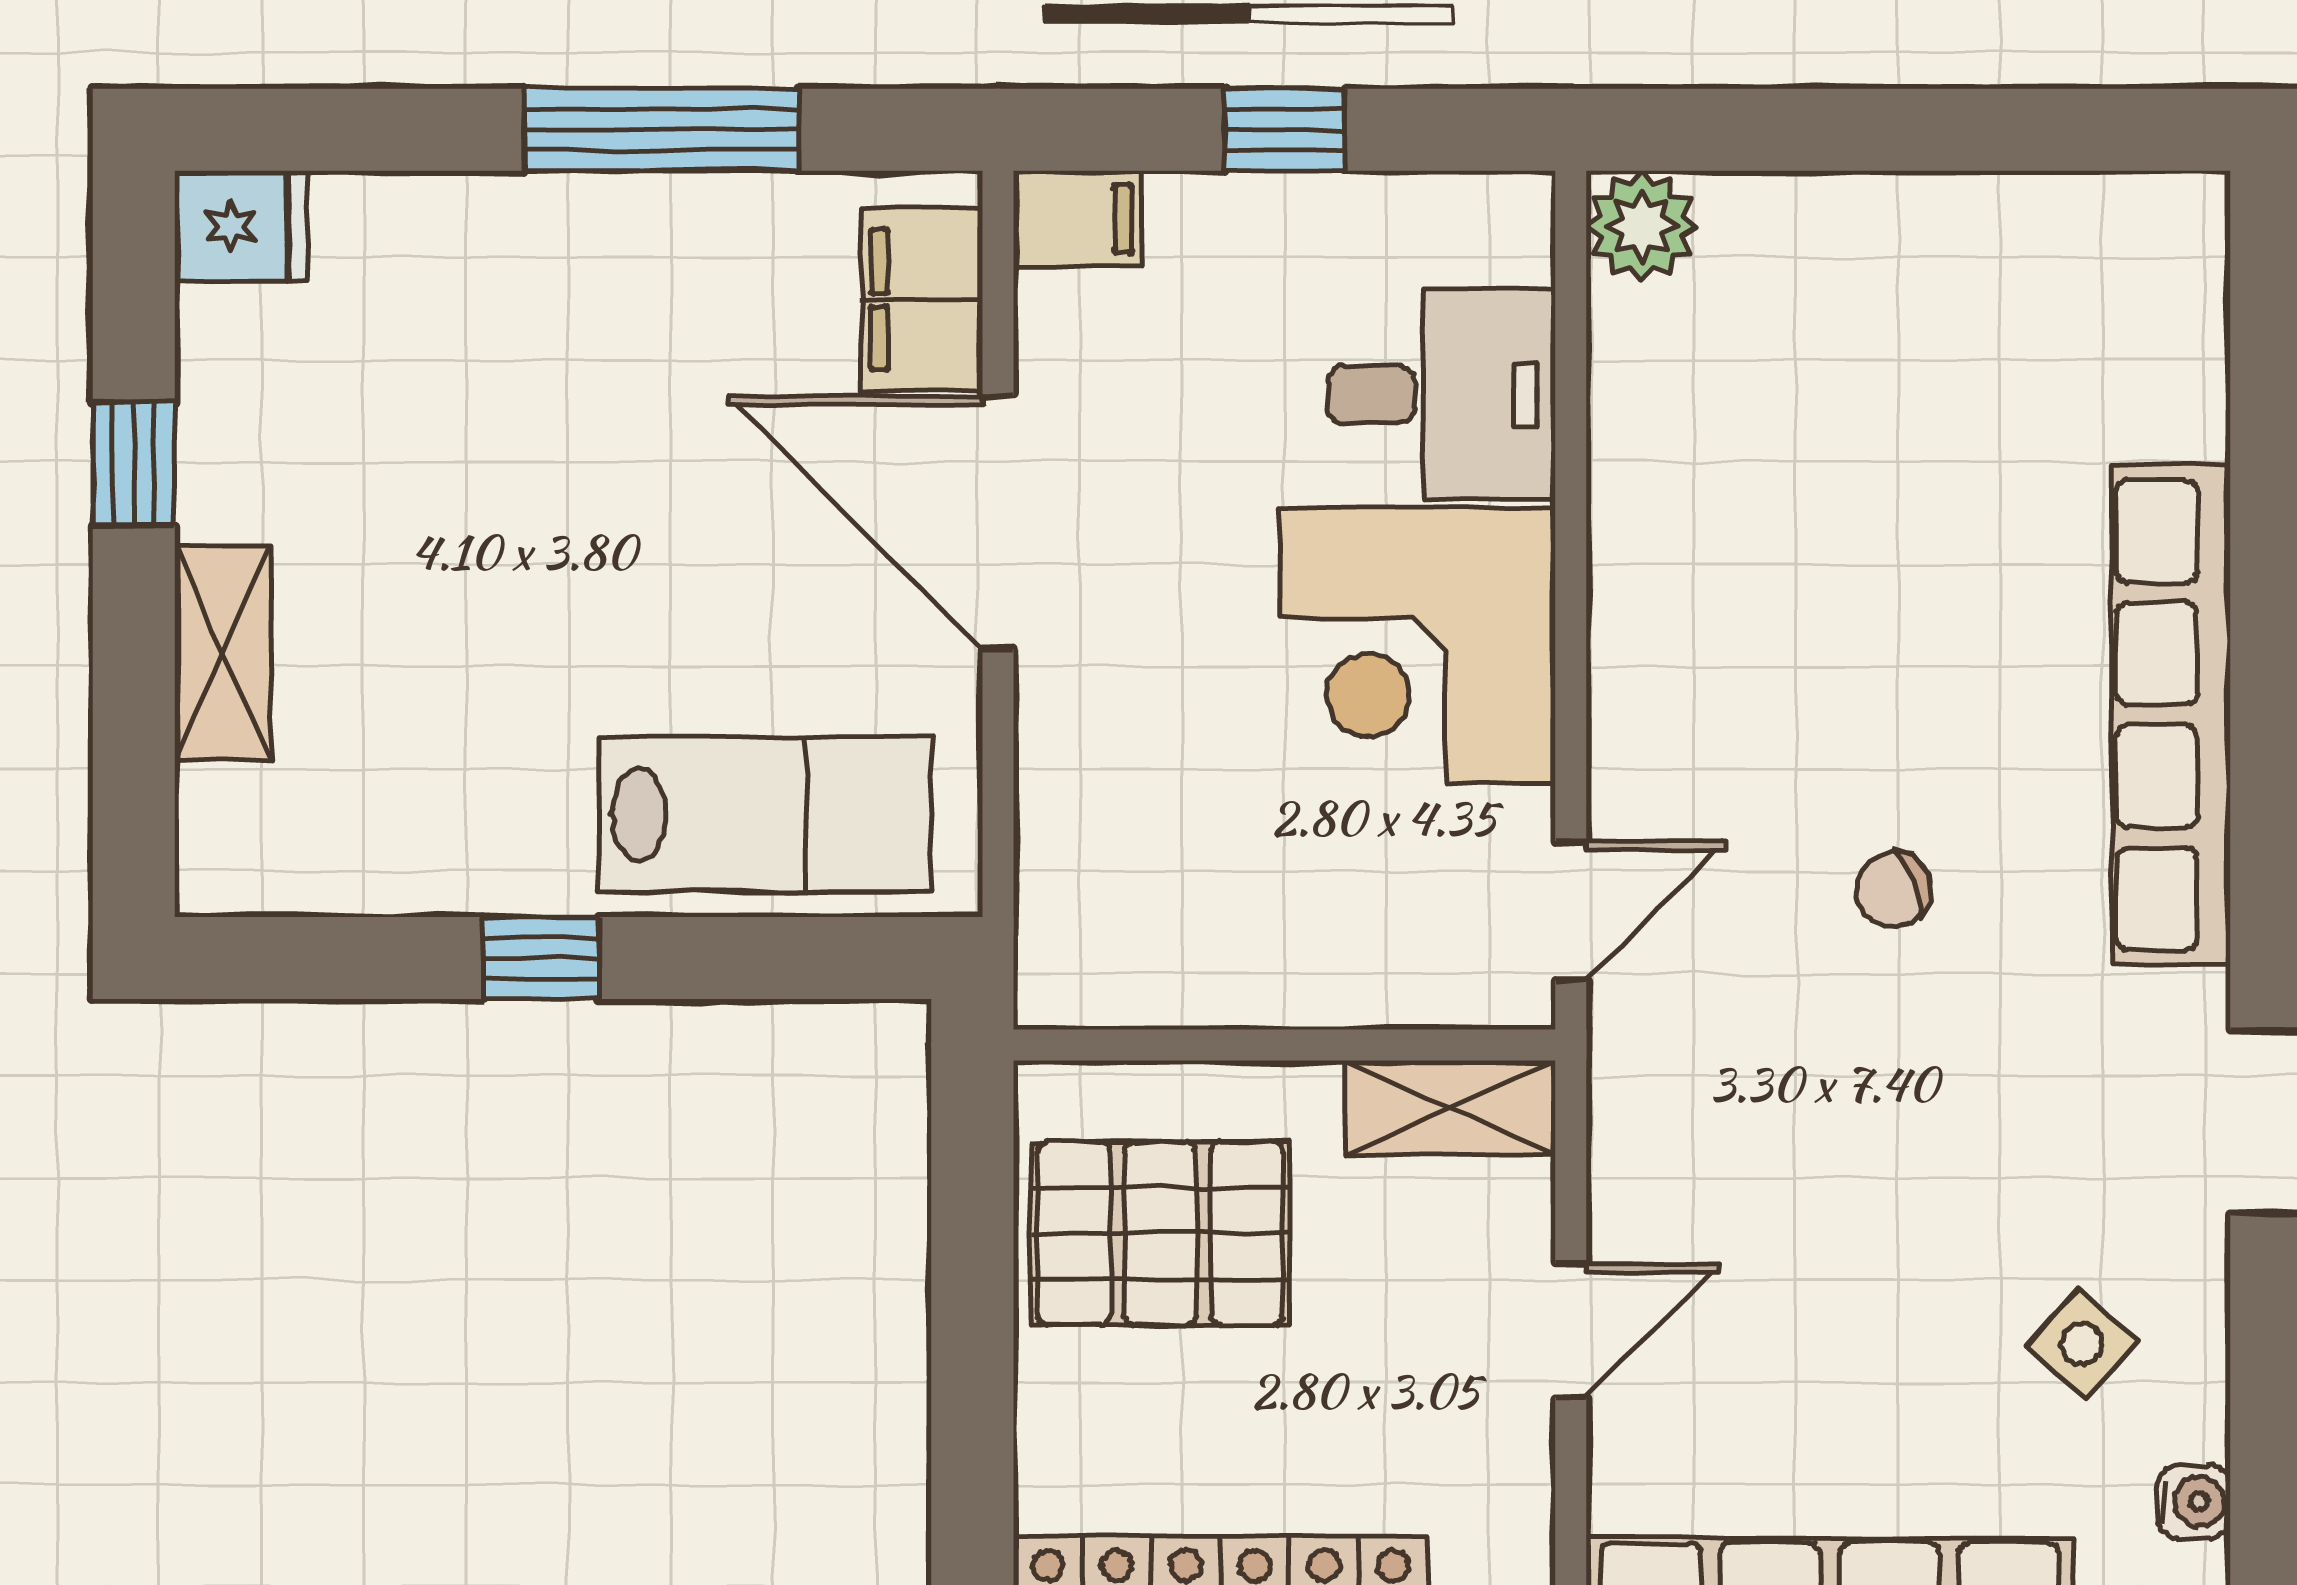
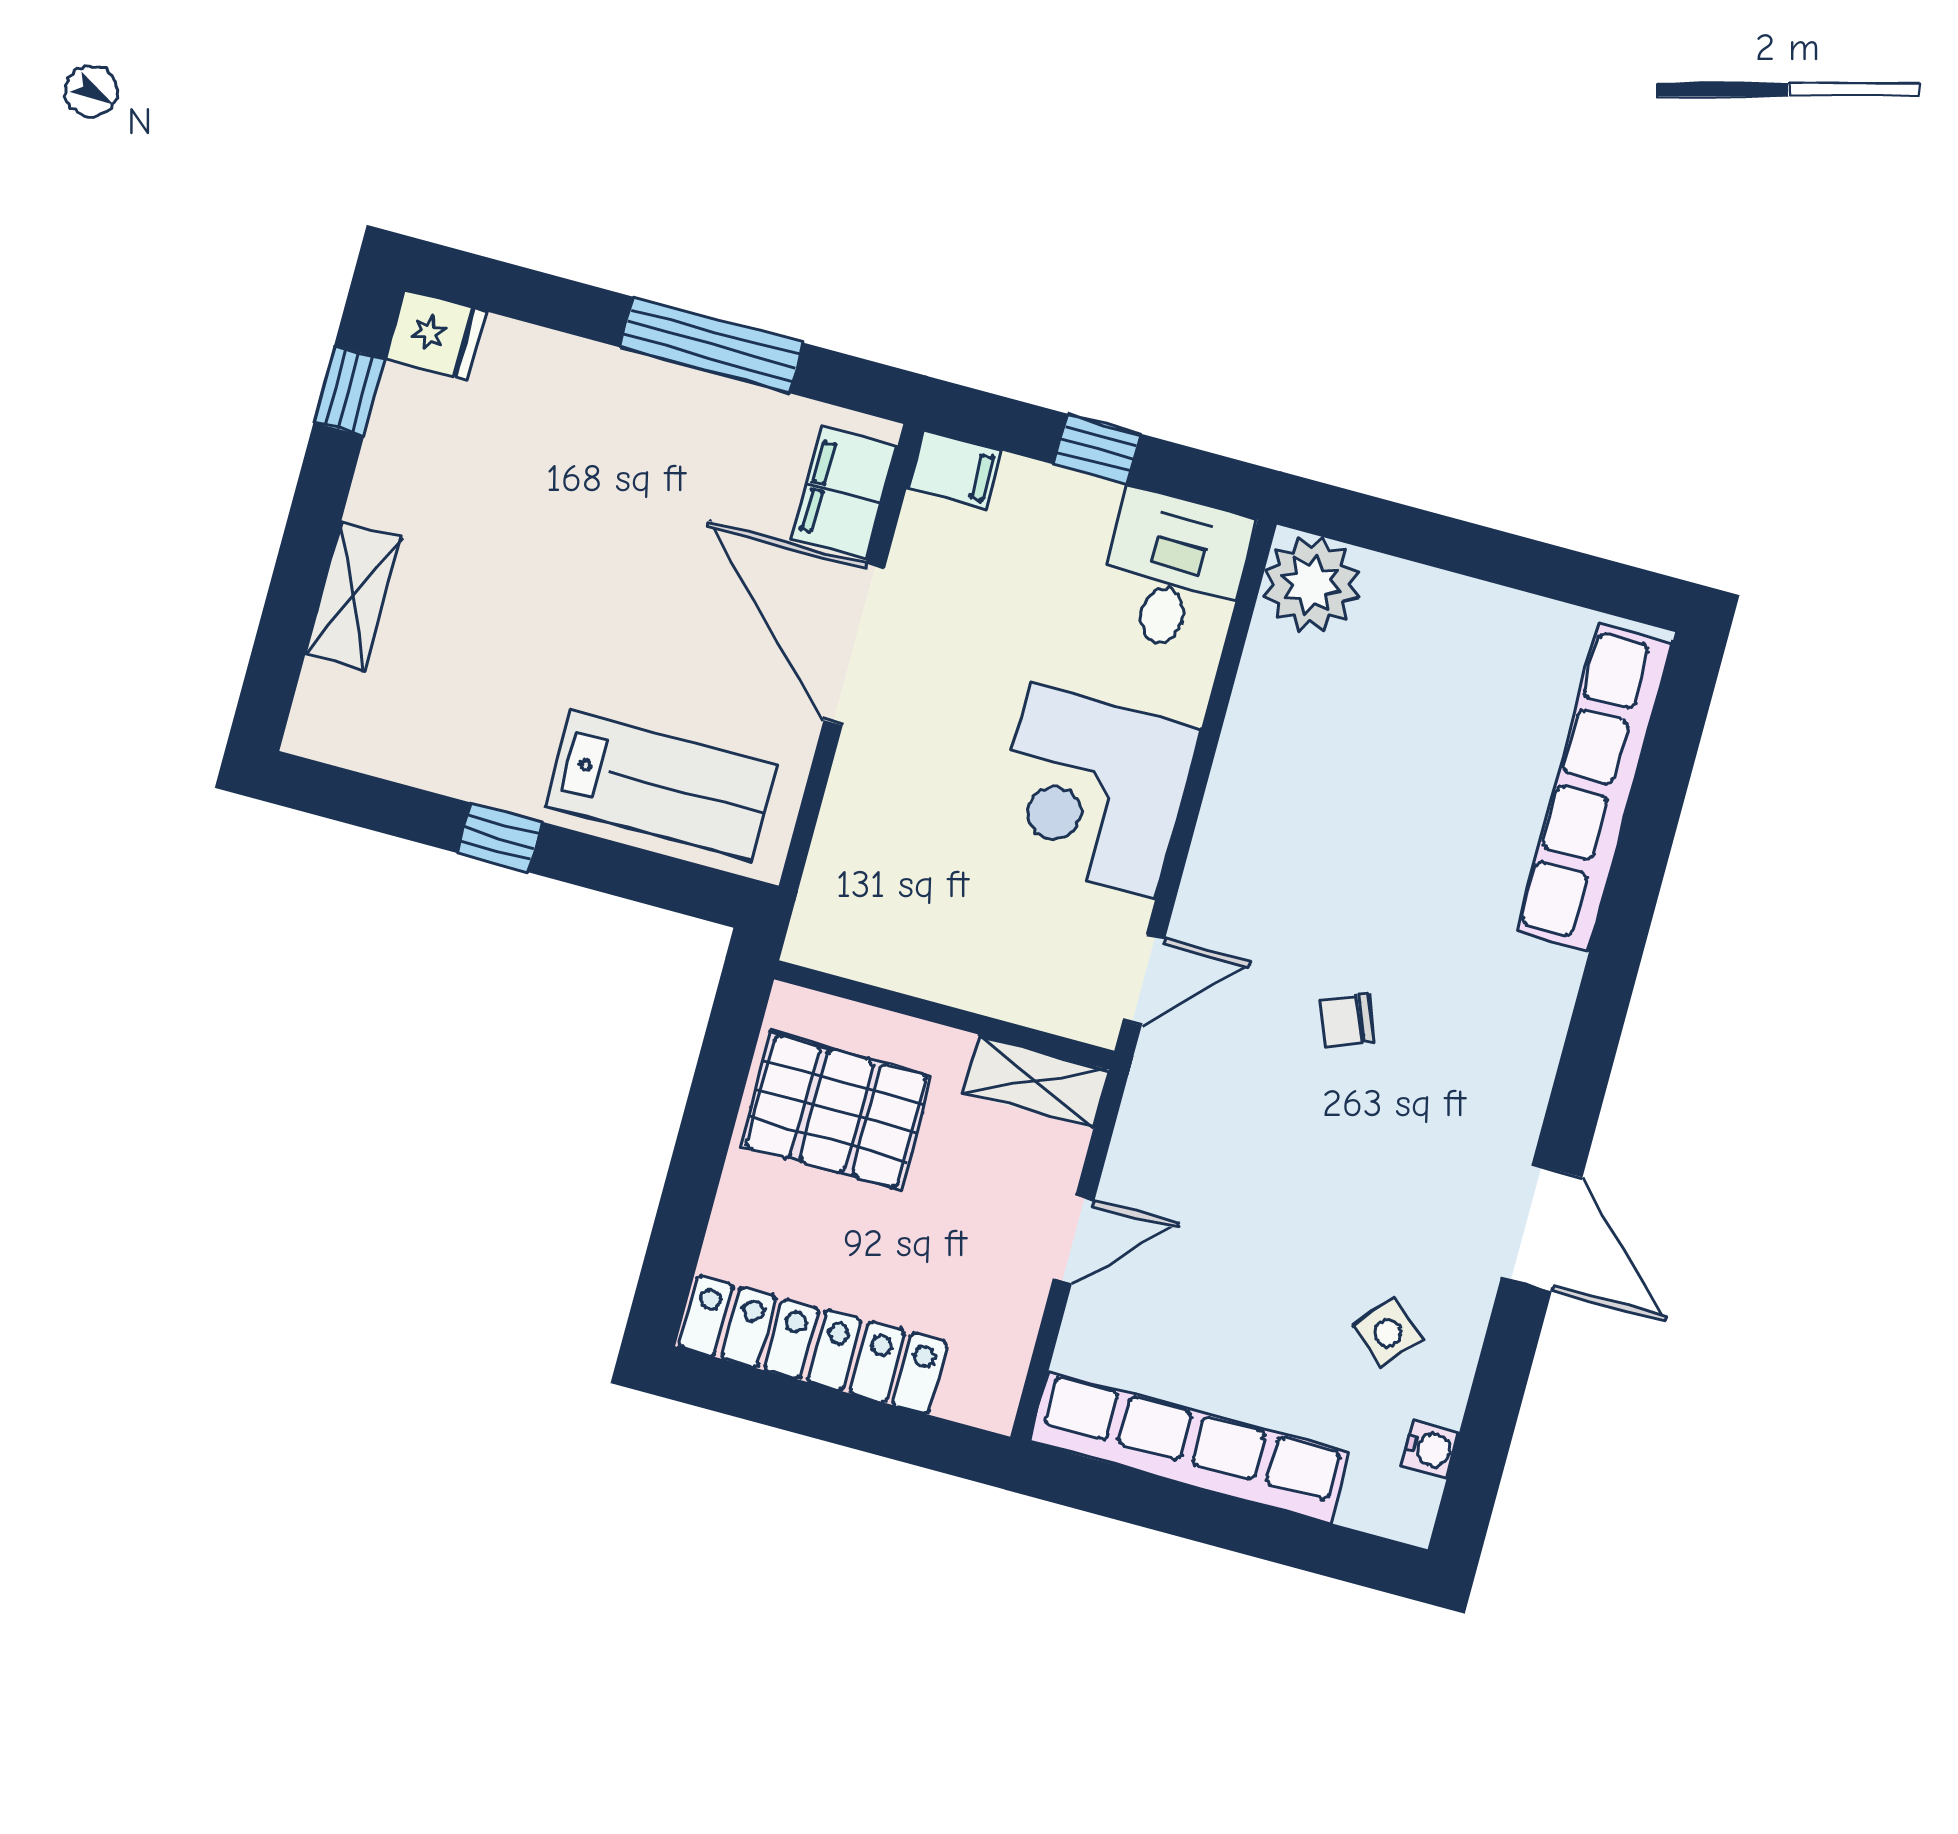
plant: (1642, 226) -> (1311, 584), width x1.36, depth x1.36
desk: (1442, 394) -> (1173, 572), moved, turned -90
window: (134, 464) -> (349, 391), moved
row of seats: (2171, 715) -> (1594, 787), moved

